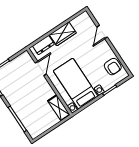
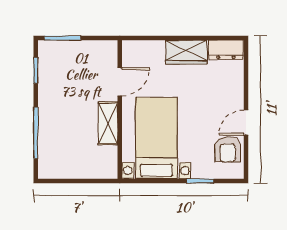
door: (102, 32) -> (246, 123), moved
dresser: (43, 45) -> (226, 50), moved
shelving: (59, 108) -> (108, 123), moved

